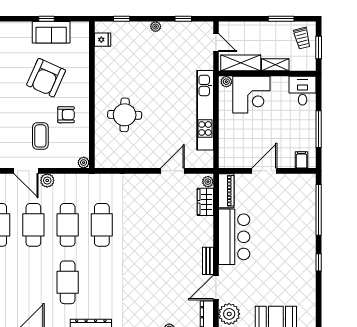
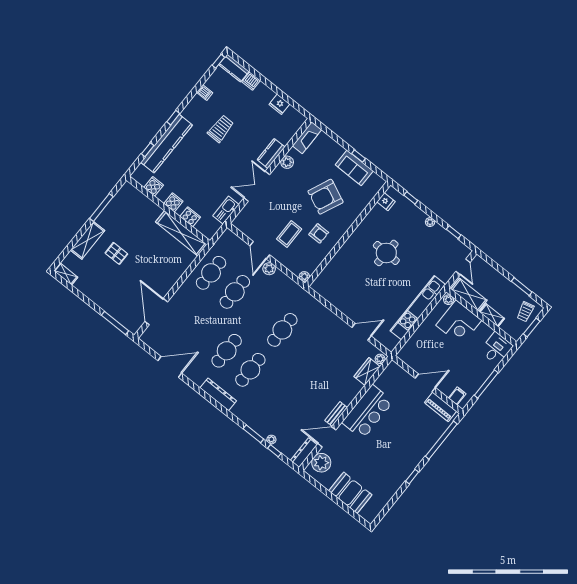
round table: (125, 115) -> (386, 253), moved
piano: (226, 191) -> (441, 407), moved, turned 90
cafe table: (68, 225) -> (250, 370), moved

